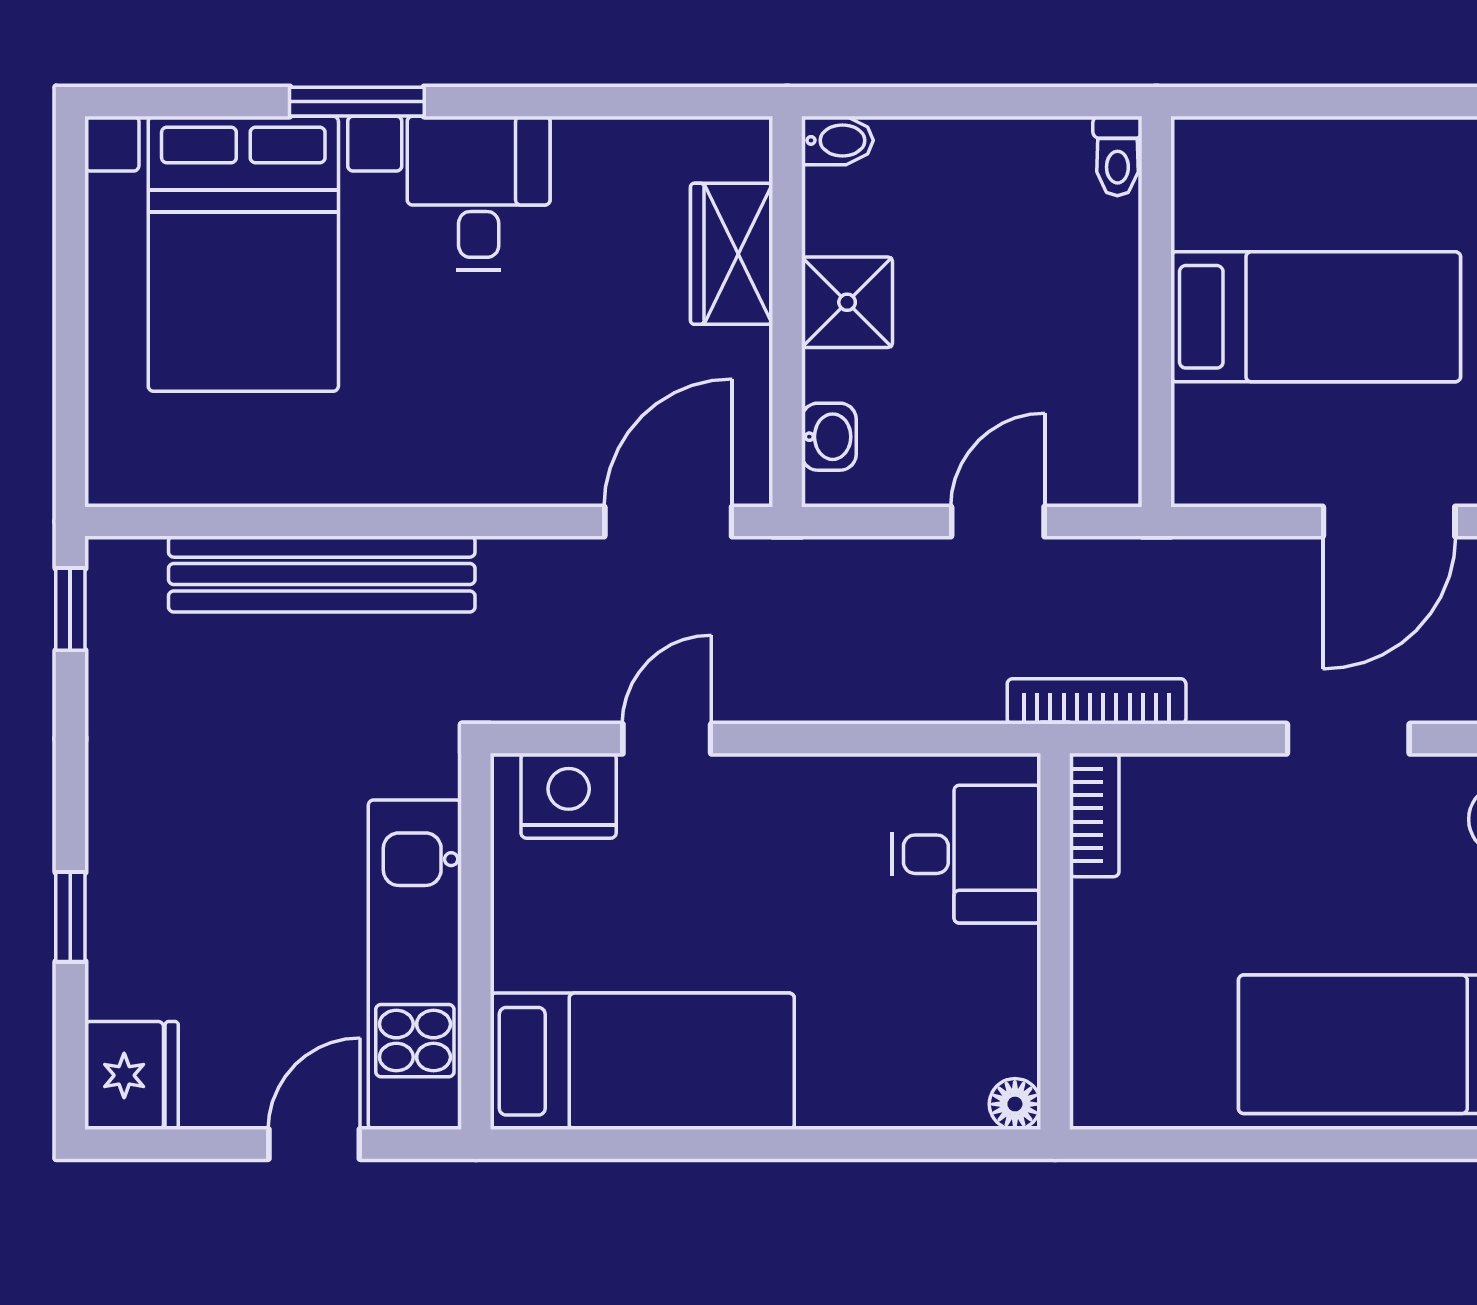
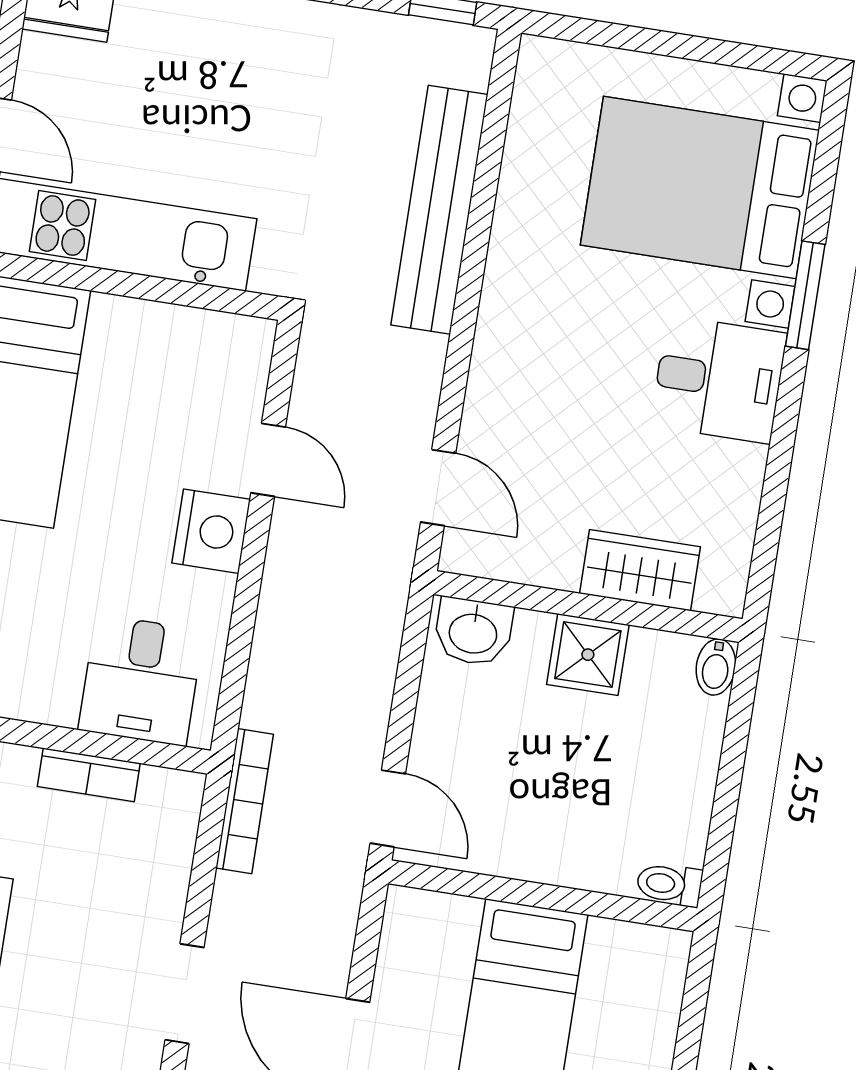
washbasin: (829, 437) -> (473, 632), width x1.38, depth x1.45
door: (668, 521) -> (438, 488), width x0.73
door: (998, 521) -> (388, 808), moved
nightstand: (569, 796) -> (211, 531), moved
bookcase: (1094, 815) -> (89, 775), moved

